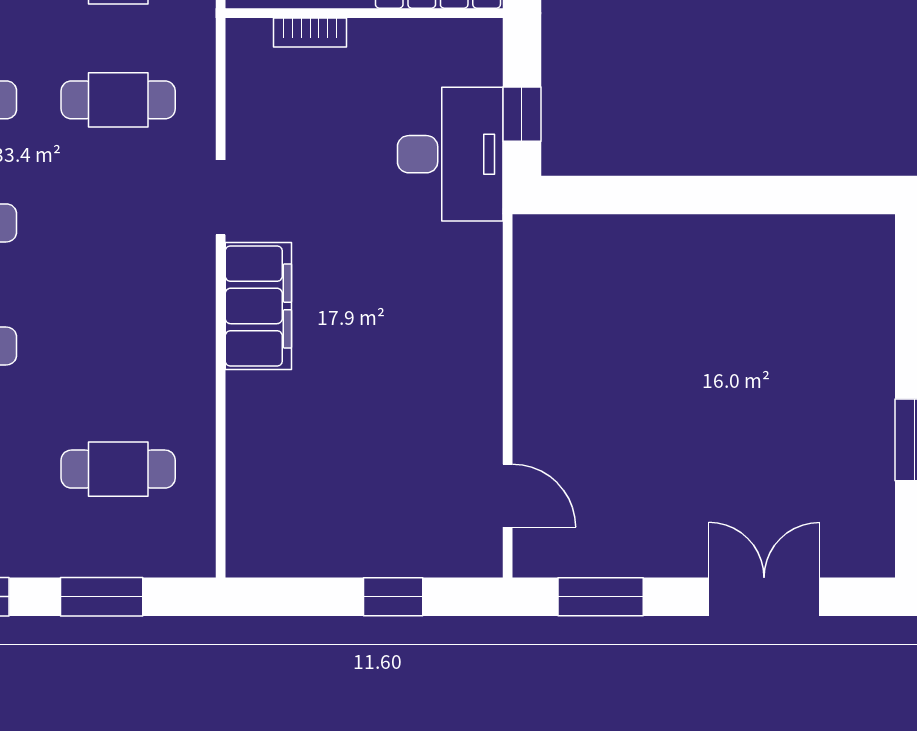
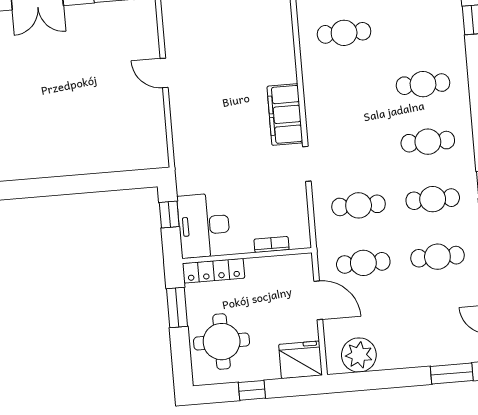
desk: (450, 154) -> (204, 225), moved
door: (508, 496) -> (164, 73), moved

